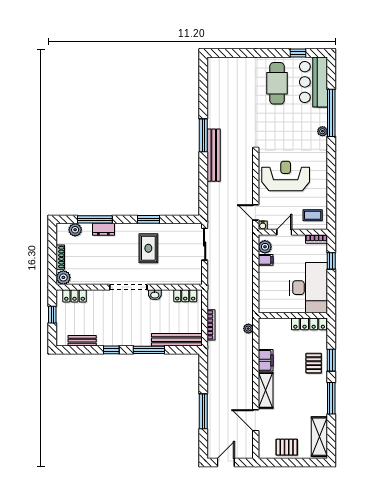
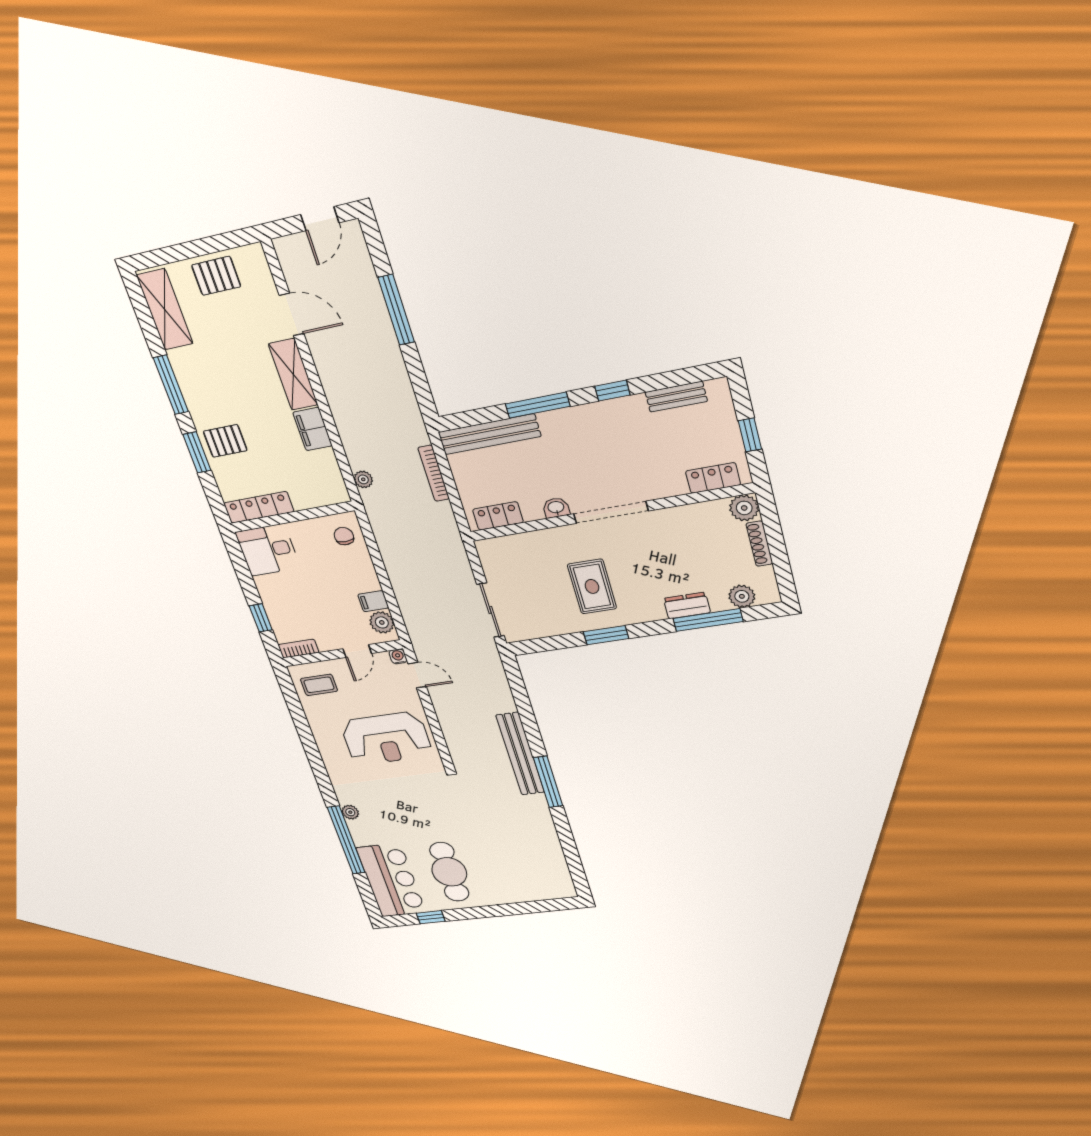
desk: (309, 288) -> (268, 550), width x0.53, depth x0.77
chair: (269, 300) -> (344, 536), added
pallet: (314, 363) -> (225, 441), turned 90

